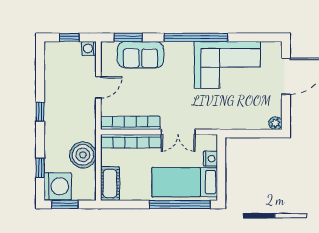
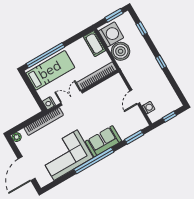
washing machine: (89, 48) -> (148, 108), moved
sofa: (140, 55) -> (103, 141), moved
bookcase: (130, 123) -> (44, 121), moved
nightstand: (210, 159) -> (49, 103), moved
washing machine: (58, 186) -> (111, 34), moved, turned 180

